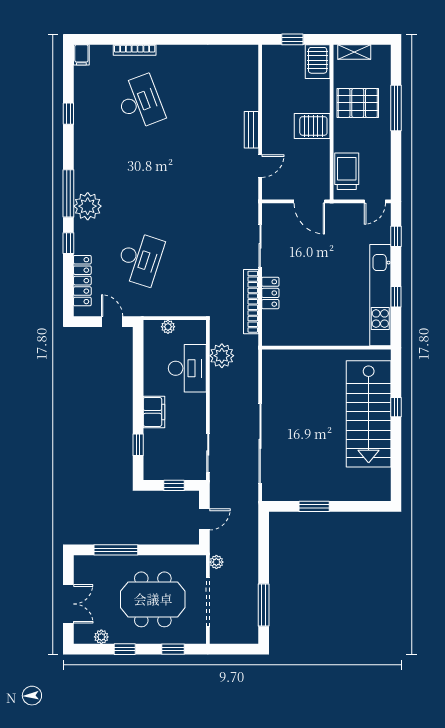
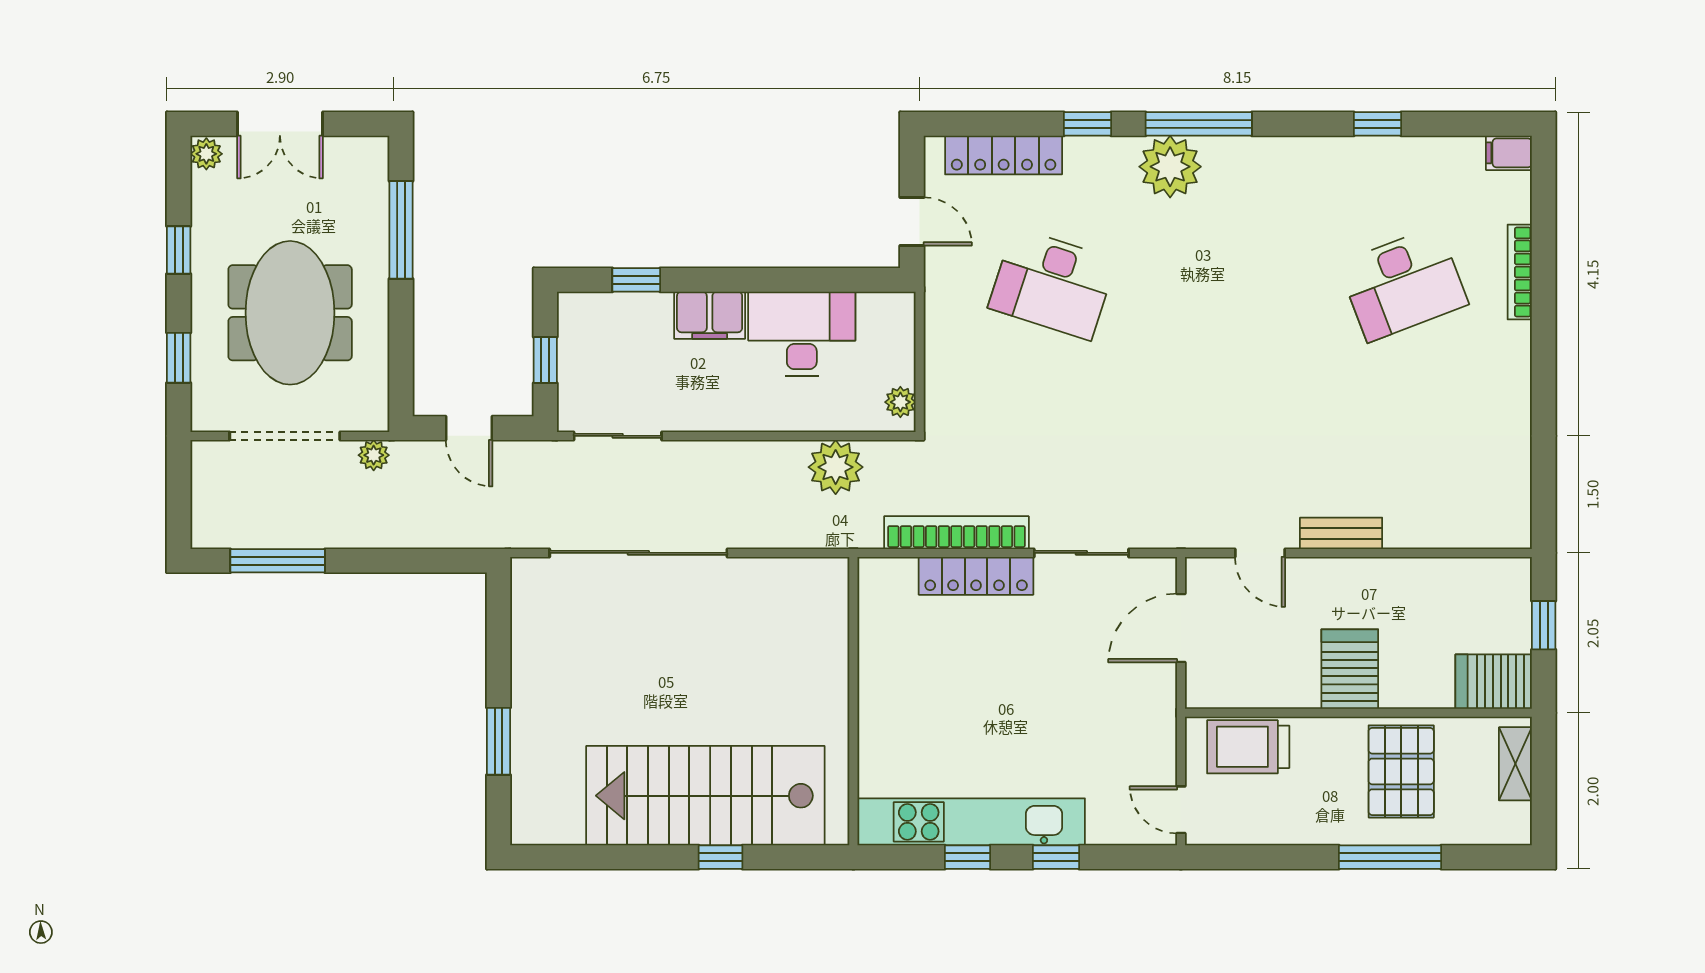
trolley: (347, 171) -> (1248, 747), turned 180
door: (309, 201) -> (1181, 628), moved
window: (396, 236) -> (1056, 857), moved
locker: (270, 293) -> (976, 576), width x1.53
door: (112, 322) -> (912, 222), hinge flipped
plant: (168, 327) -> (900, 402), moved
desk: (187, 368) -> (802, 334), moved, turned 180
window: (314, 506) -> (498, 741), moved
plant: (101, 637) -> (206, 154), moved

